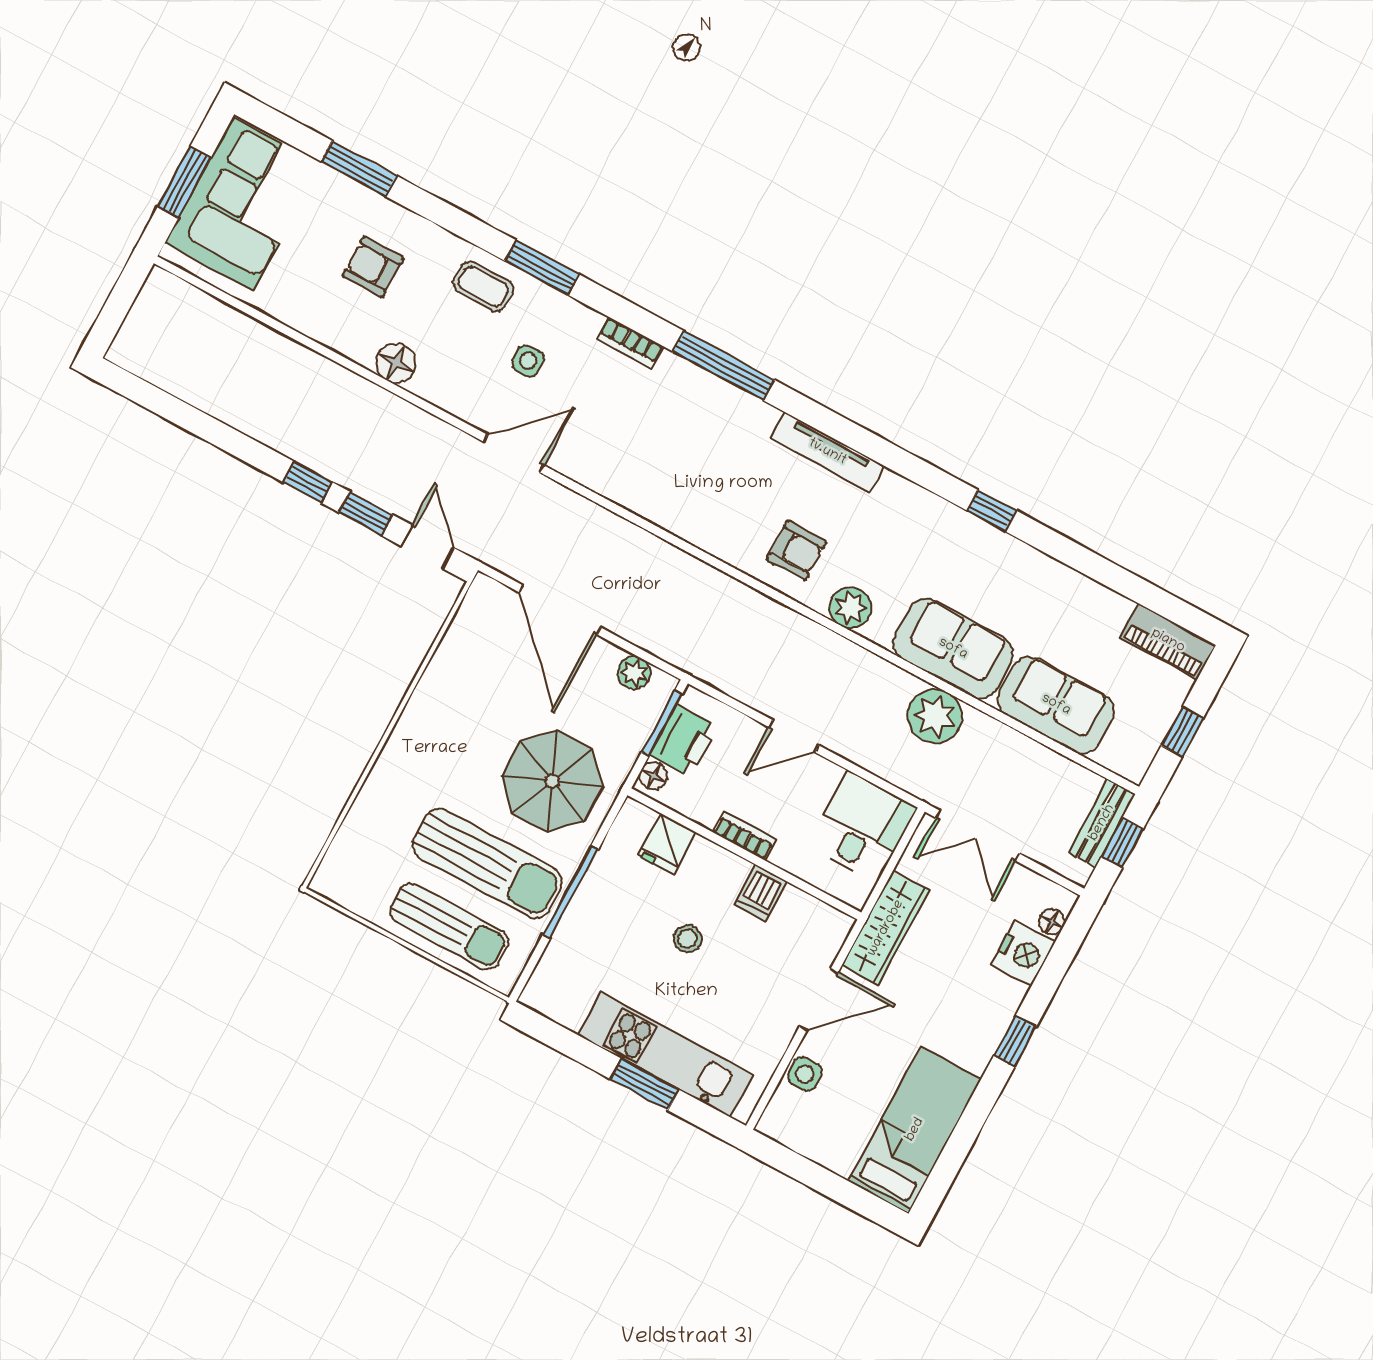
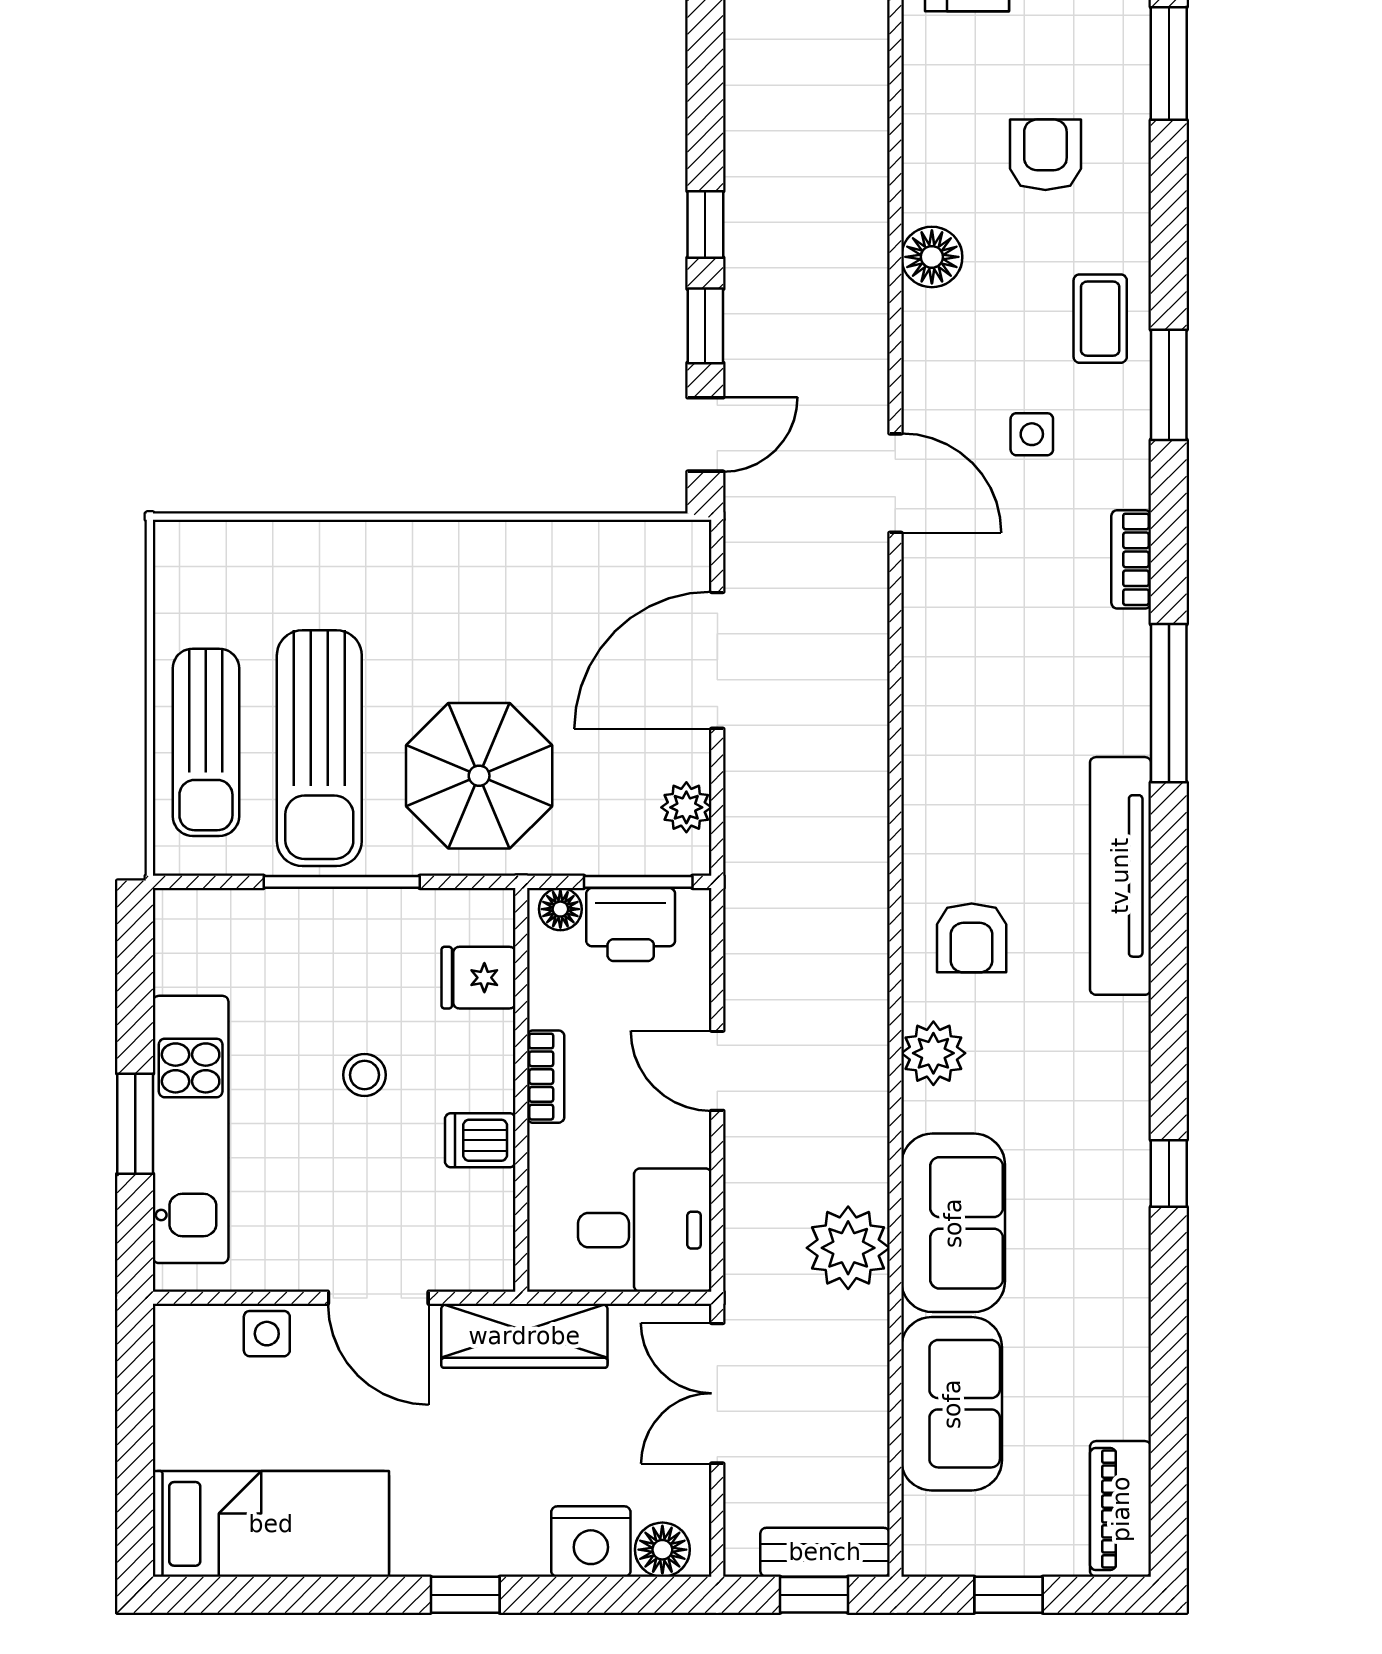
tv unit: (827, 452) -> (1120, 876), width x1.36, depth x1.29
floor lamp: (1052, 922) -> (662, 1550), width x1.37, depth x1.37

